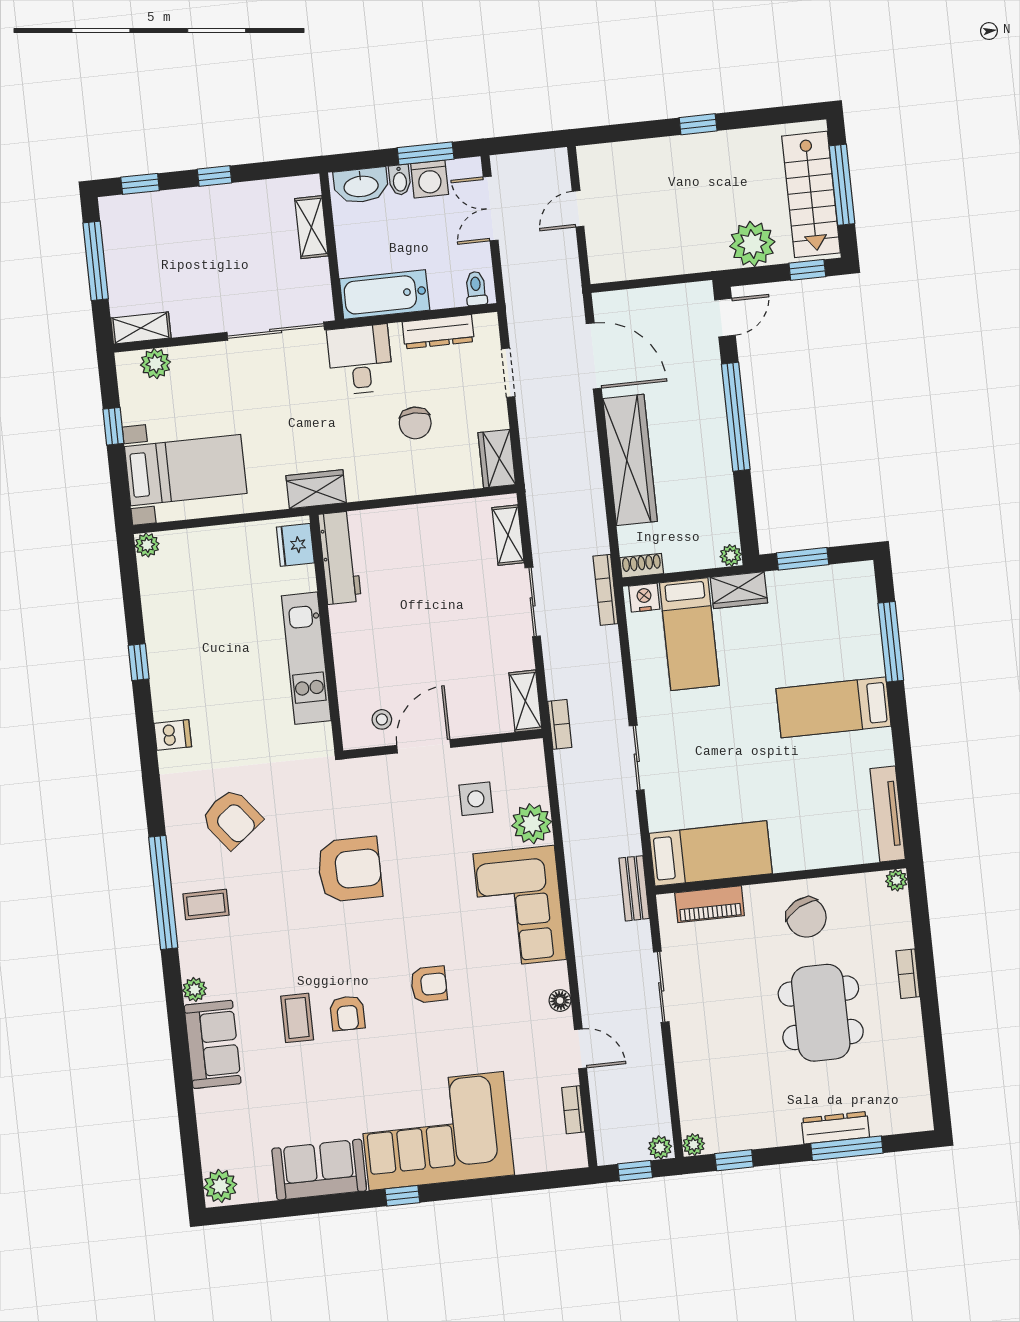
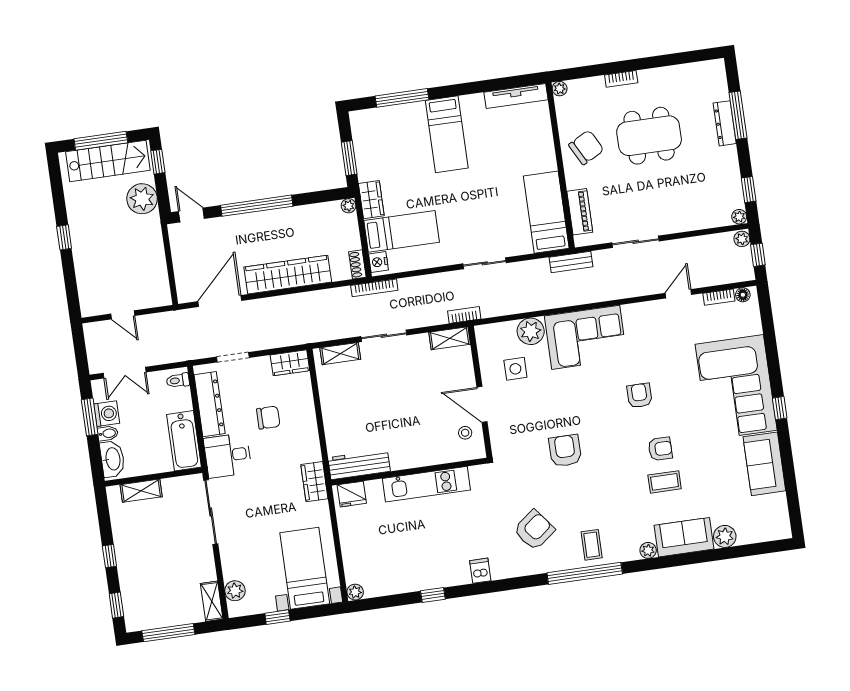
dresser: (438, 332) -> (210, 404), width x1.37, depth x1.24
armchair: (350, 869) -> (565, 451), width x0.73, depth x0.73
floor lamp: (560, 1001) -> (743, 295), moved
plant: (220, 1186) -> (725, 536), moved

